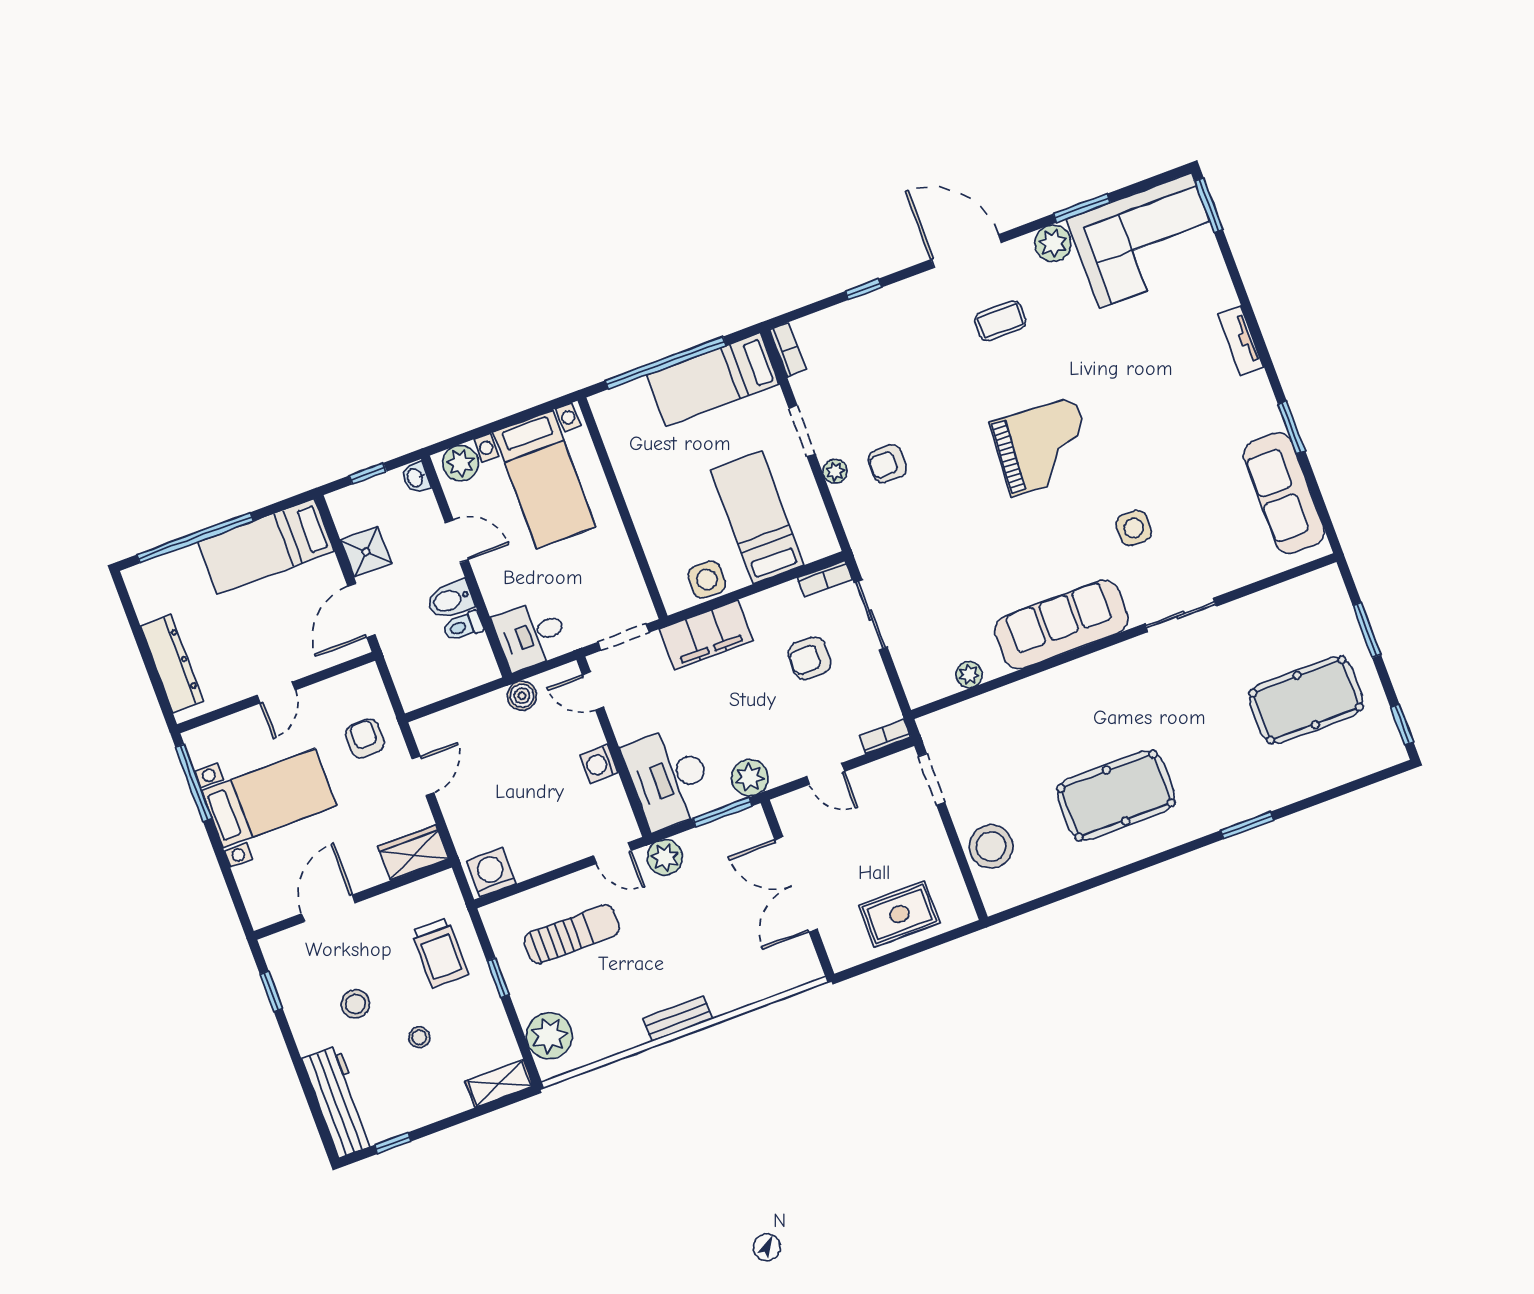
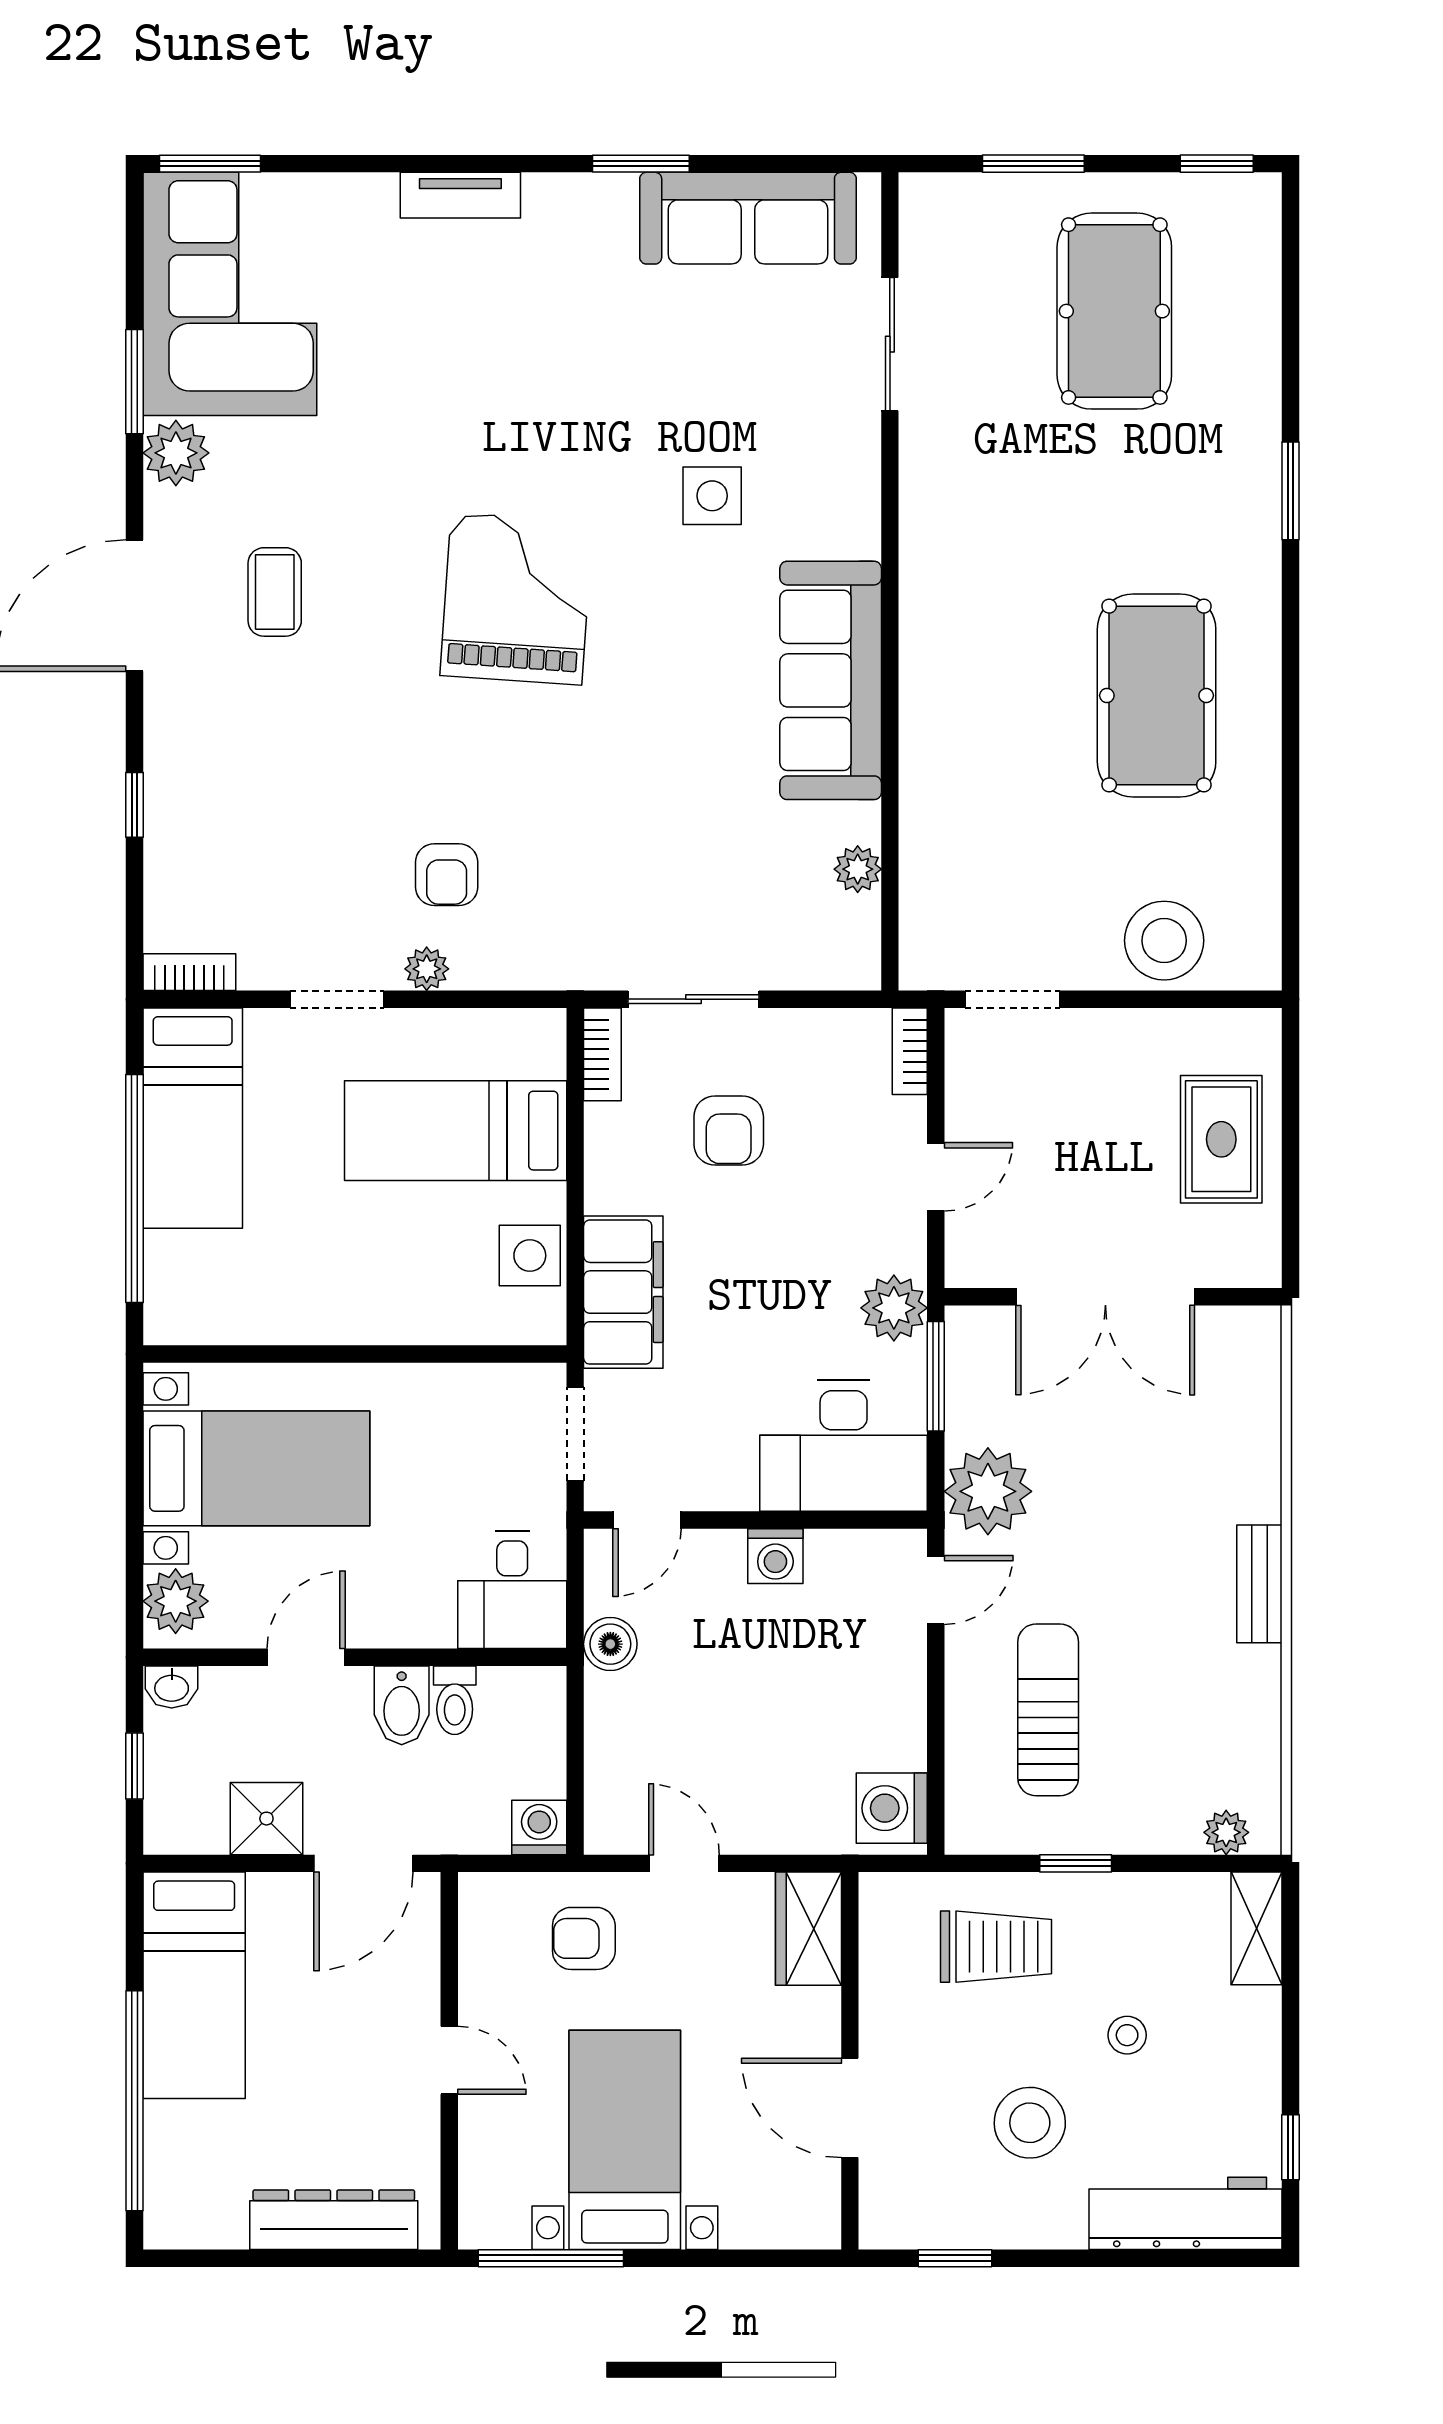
door: (361, 610) -> (363, 1863), hinge flipped
sliding door: (1181, 615) -> (890, 344), moved
washing machine: (414, 694) -> (539, 1827), added
plant: (665, 857) -> (988, 1491), width x1.36, depth x1.36
stool: (355, 1004) -> (1030, 2123), width x1.38, depth x1.38
plant: (549, 1036) -> (1226, 1832), width x0.53, depth x0.53

